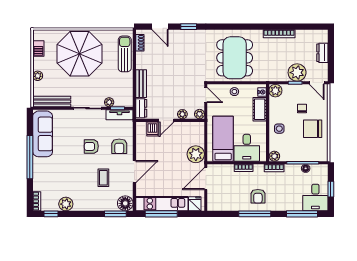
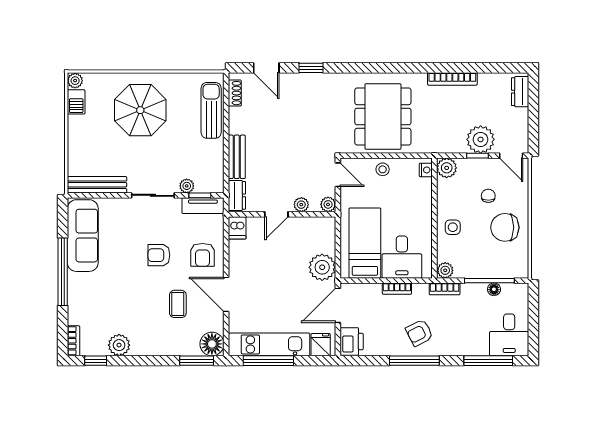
dresser: (322, 53) -> (520, 92), moved
parasol: (79, 54) -> (140, 110), width x0.73, depth x0.73
plant: (38, 76) -> (75, 81), moved
cot: (260, 109) -> (422, 197), removed
dishwasher: (152, 129) -> (237, 228), moved
door: (134, 172) -> (226, 294), swing flipped
window: (331, 189) -> (533, 322), removed
armchair: (258, 196) -> (419, 333), turned 63
printer: (215, 202) -> (352, 341), added

